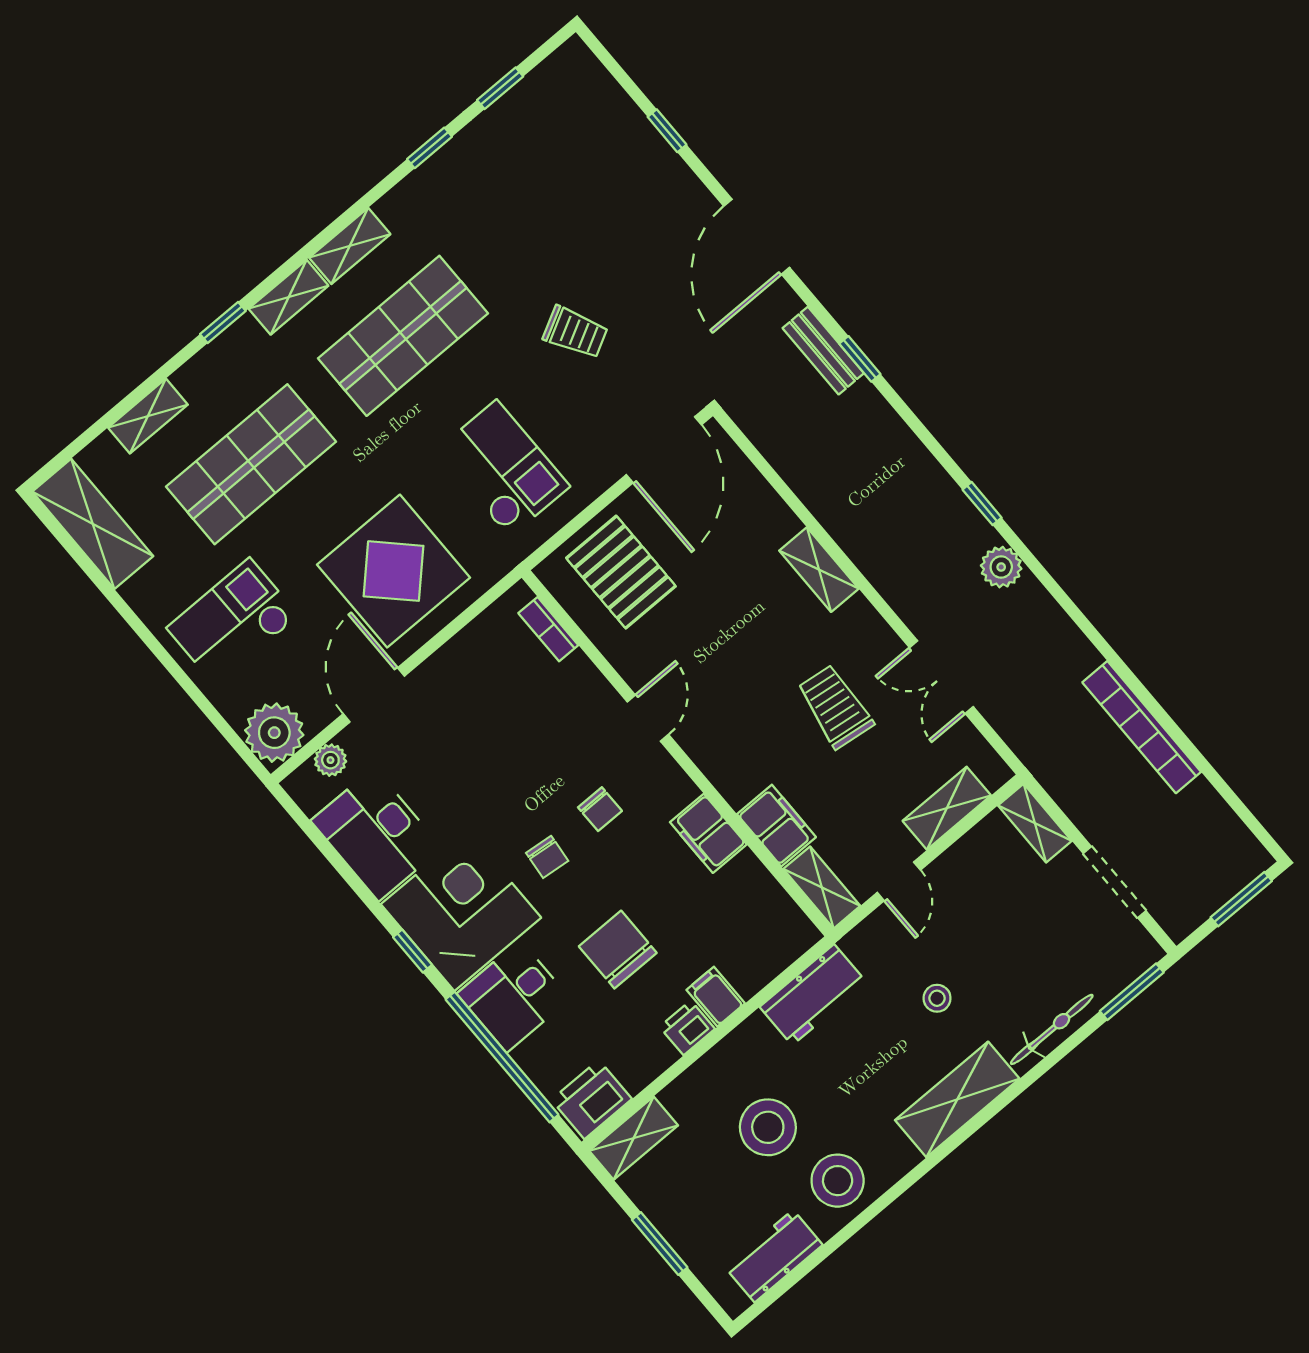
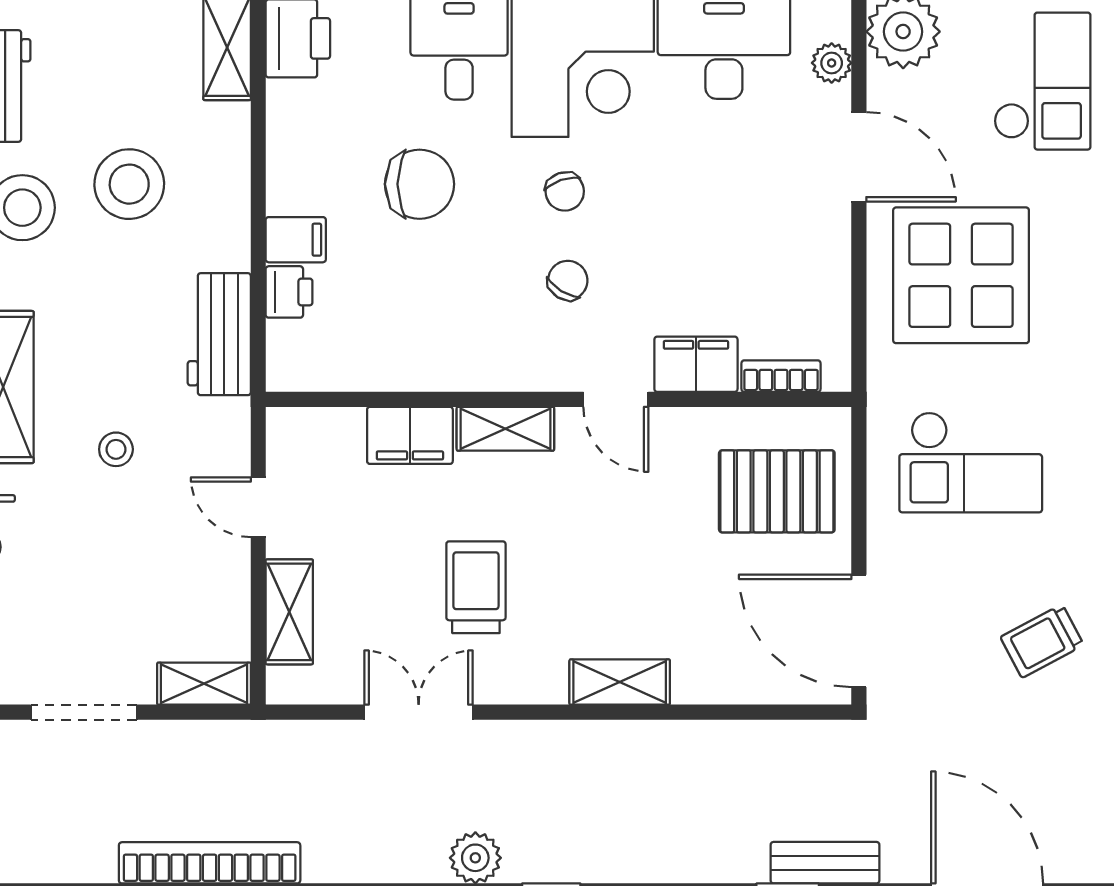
trolley: (835, 707) -> (476, 587), turned -97
chair: (600, 809) -> (568, 280), turned 122
filing cabinet: (708, 833) -> (696, 364), moved
chair: (547, 857) -> (565, 192), turned -115
shelving: (822, 887) -> (505, 429), moved
printer: (687, 1028) -> (289, 292), moved

